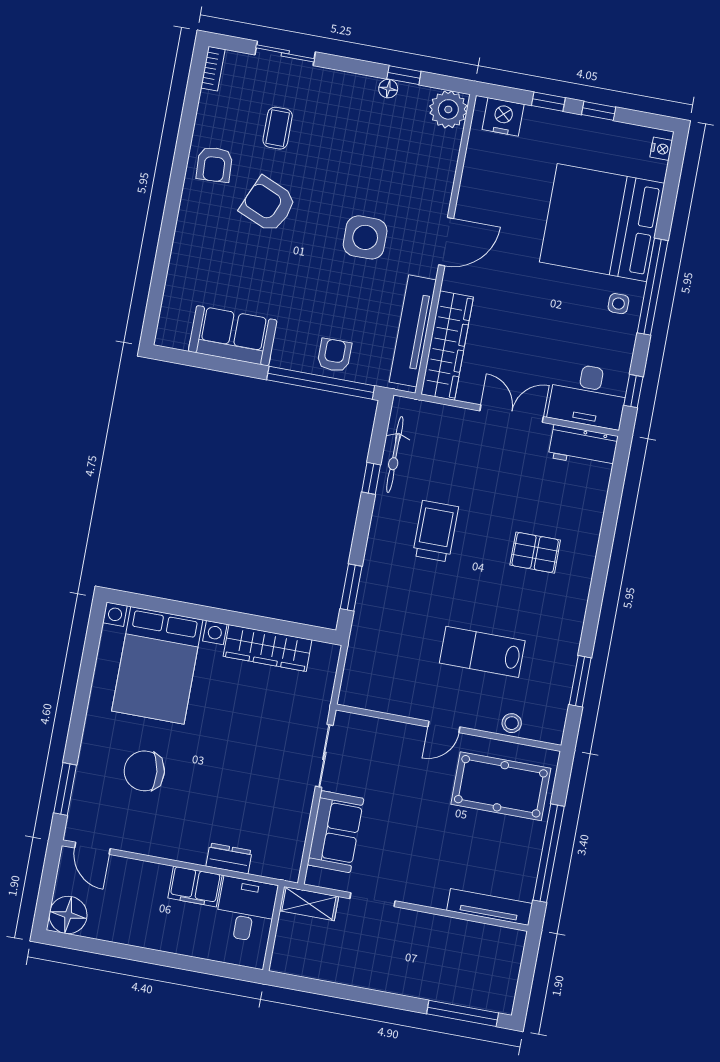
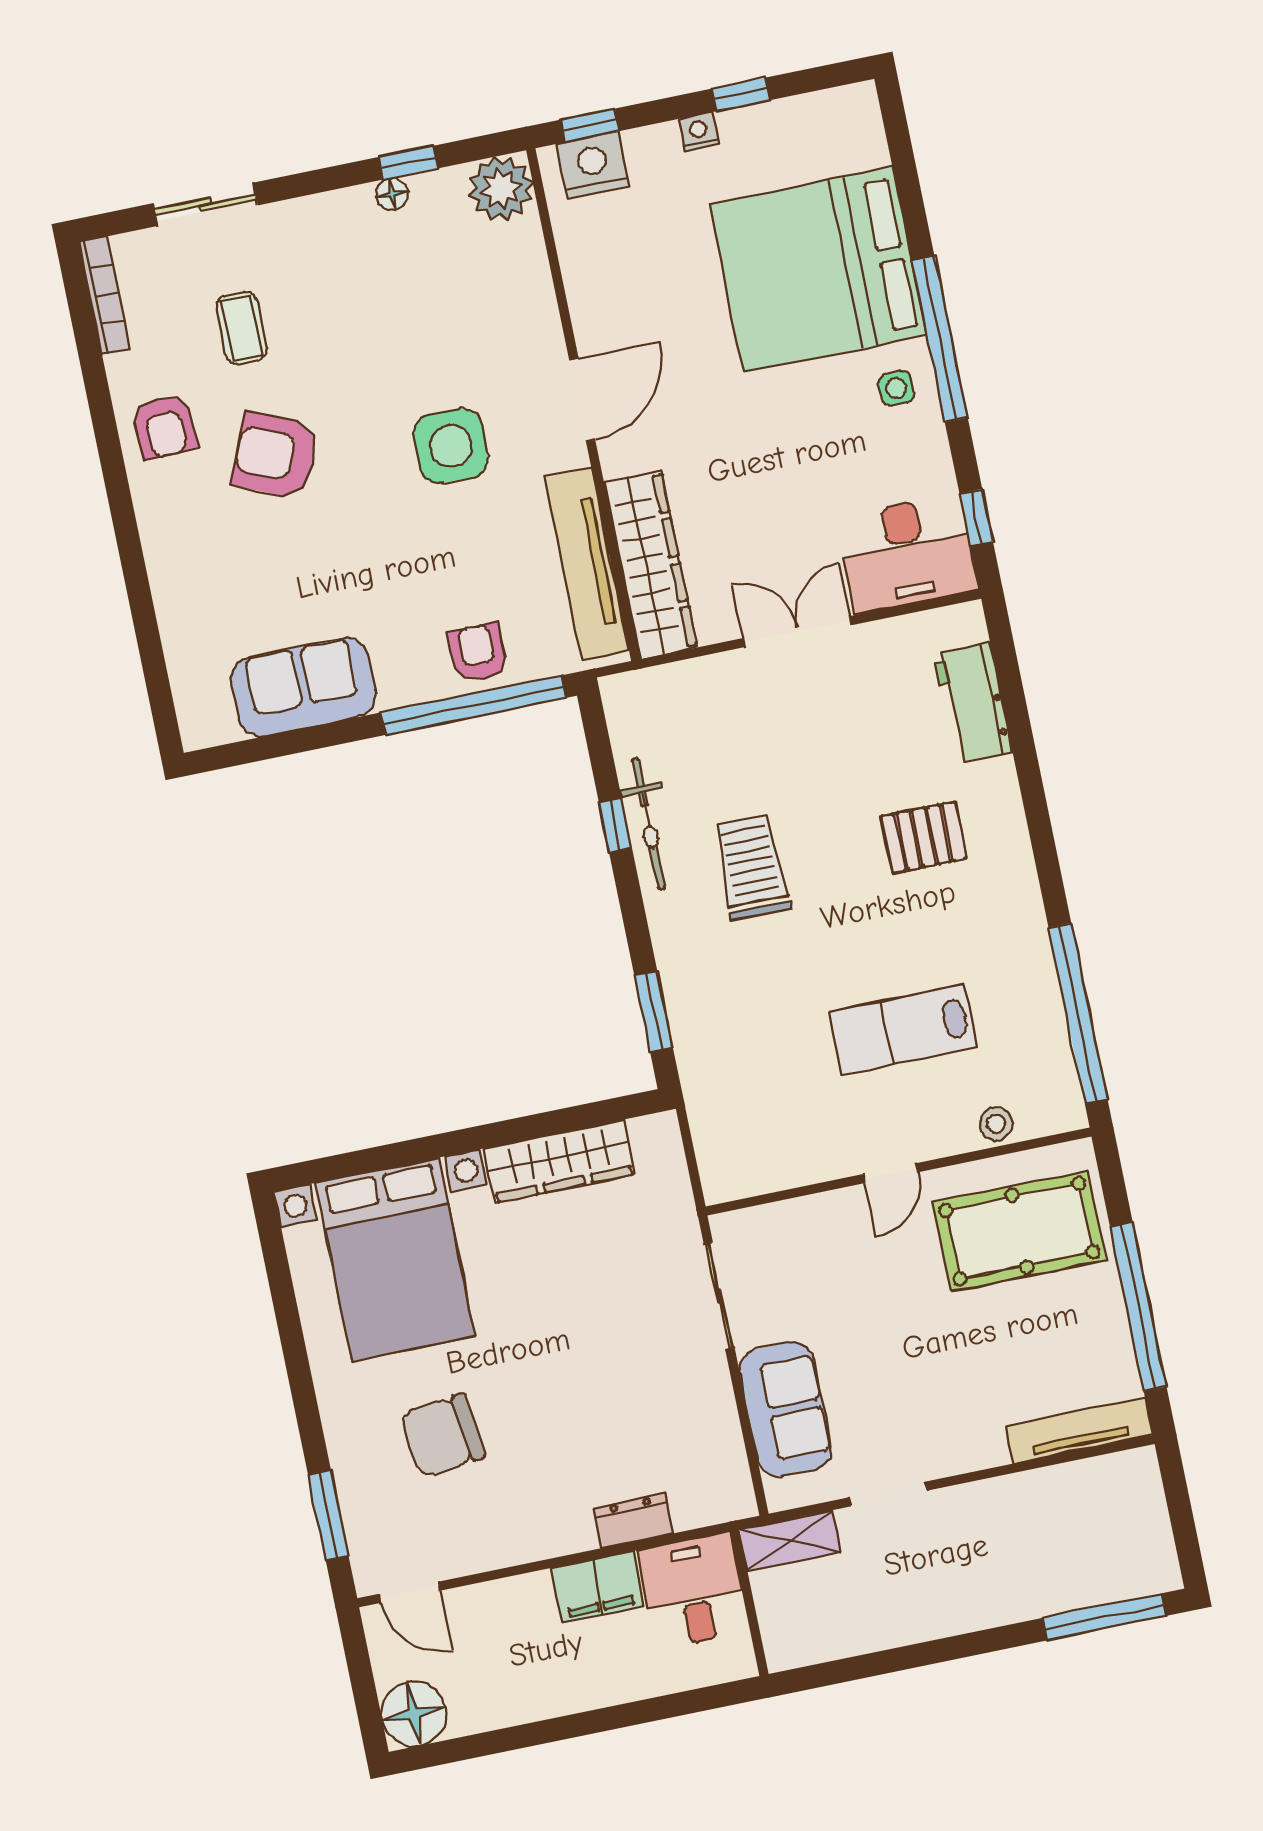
bookcase: (213, 69) -> (105, 295), width x1.56
window: (548, 102) -> (590, 125), moved
nightstand: (661, 149) -> (699, 132), moved, turned -90
workbench: (583, 447) -> (973, 703), moved, turned 90
bicycle: (395, 455) -> (648, 824), moved
window: (580, 681) -> (1078, 1013), width x2.11

